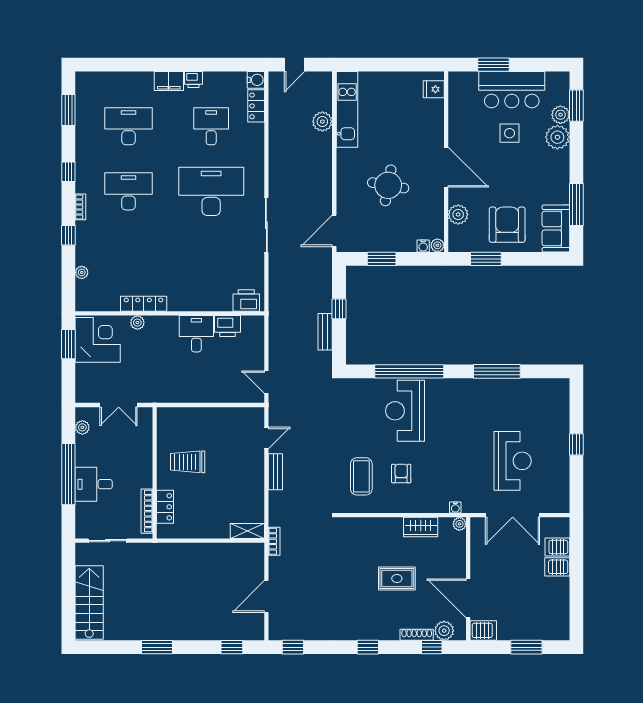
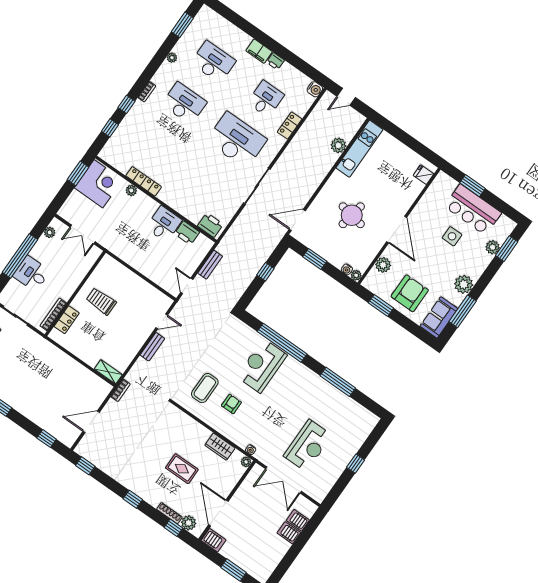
locker: (256, 106) -> (290, 126), moved
plant: (557, 137) -> (464, 284), moved
window: (68, 172) -> (110, 128), moved
plant: (82, 272) -> (172, 58), moved
bench: (325, 332) -> (210, 265), moved

